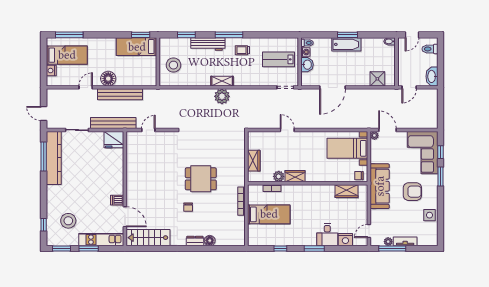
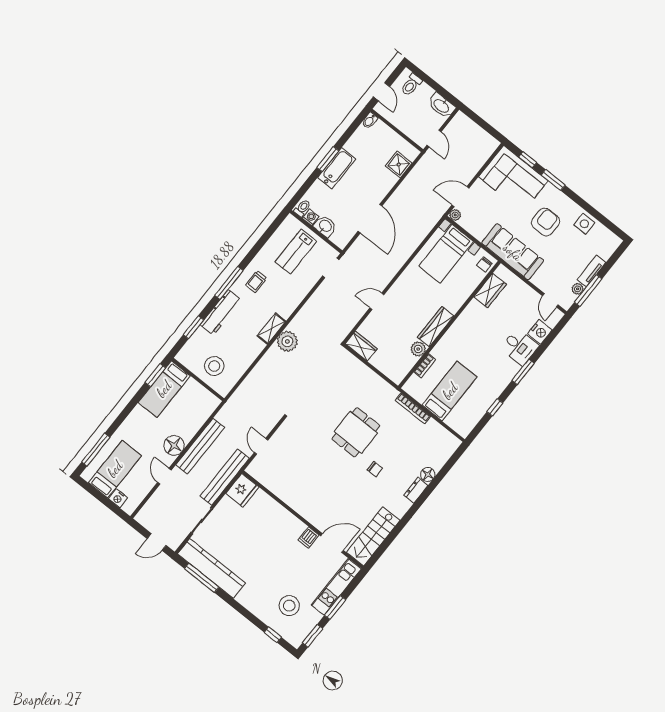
wardrobe: (254, 161) -> (361, 346), moved
wardrobe: (295, 176) -> (436, 327), width x1.50

